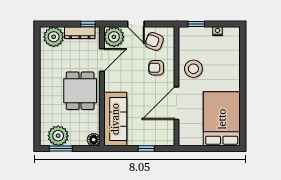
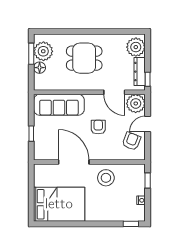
window: (243, 42) -> (131, 224), added
armchair: (156, 68) -> (98, 127), moved
dining table: (80, 91) -> (84, 58), moved
floor lamp: (94, 140) -> (40, 68), moved

